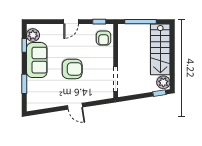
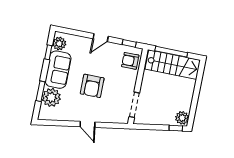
armchair: (103, 38) -> (130, 61), turned 90
stairs: (160, 49) -> (173, 65), moved, turned -90
armchair: (72, 69) -> (92, 86), turned 90
plant: (36, 88) -> (51, 97), added

